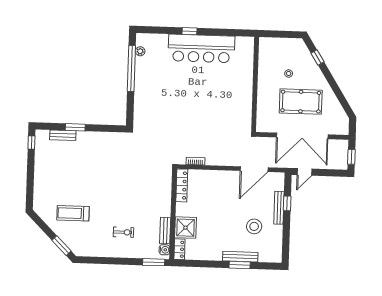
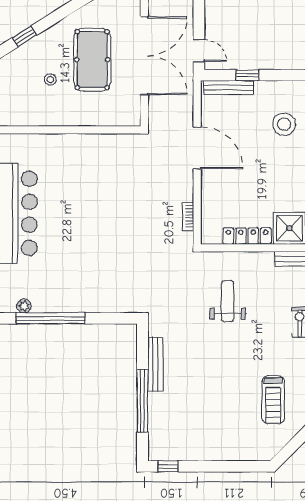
window: (75, 127) -> (142, 401), width x2.11
bench: (63, 135) -> (155, 364), moved, width x1.36
door: (254, 169) -> (197, 148), moved
weight bench: (139, 185) -> (228, 301), added
locker: (182, 185) -> (247, 236), moved
bench: (279, 208) -> (229, 87), moved

